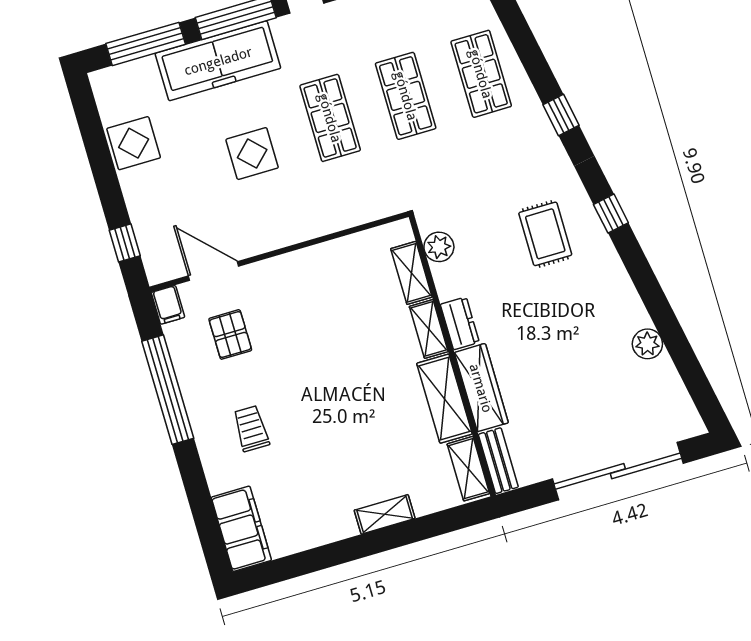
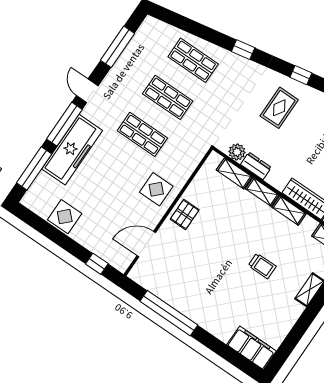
display table: (252, 154) -> (156, 189), moved
rug: (545, 234) -> (279, 108), turned 90
filing cabinet: (168, 305) -> (138, 276), removed
dresser: (460, 323) -> (256, 166), moved
pallet: (230, 334) -> (185, 214), moved, turned 90
shelving: (444, 399) -> (289, 211), width x0.67, depth x0.75
trolley: (251, 429) -> (262, 266), moved, turned 180

